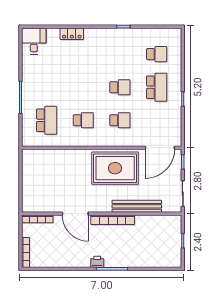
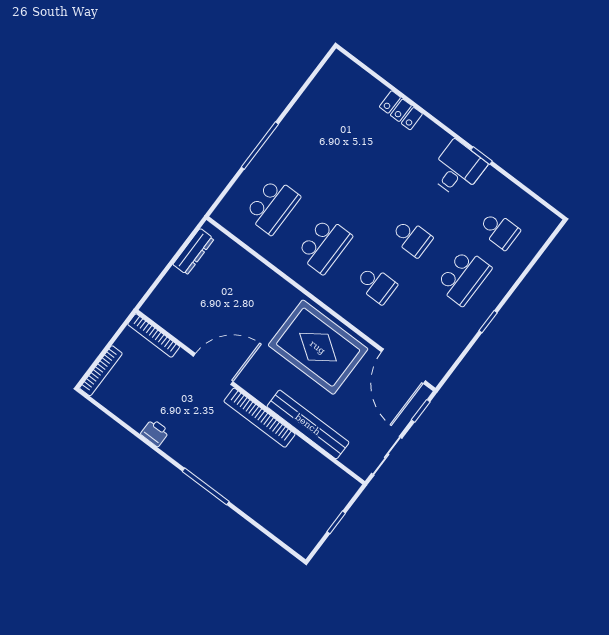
desk: (34, 41) -> (458, 169), moved
school desk: (83, 120) -> (324, 245), width x1.85
door: (160, 148) -> (403, 366), hinge flipped
dresser: (27, 168) -> (194, 252), added
door: (75, 214) -> (213, 369), swing flipped
printer: (97, 262) -> (155, 433), moved

